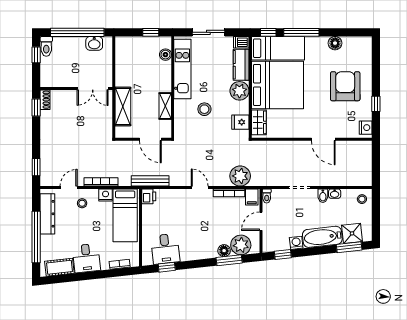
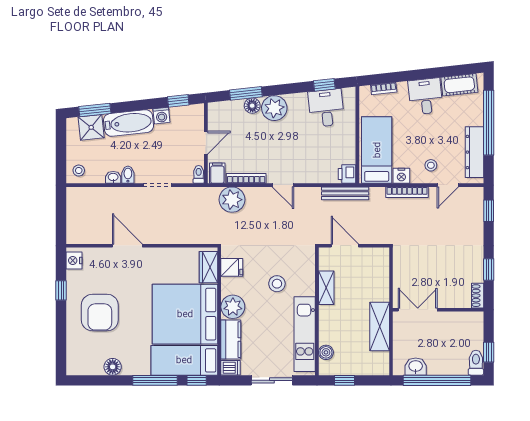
shelving: (123, 106) -> (380, 326), moved
window: (36, 108) -> (489, 269), moved
plant: (241, 245) -> (274, 108), moved

